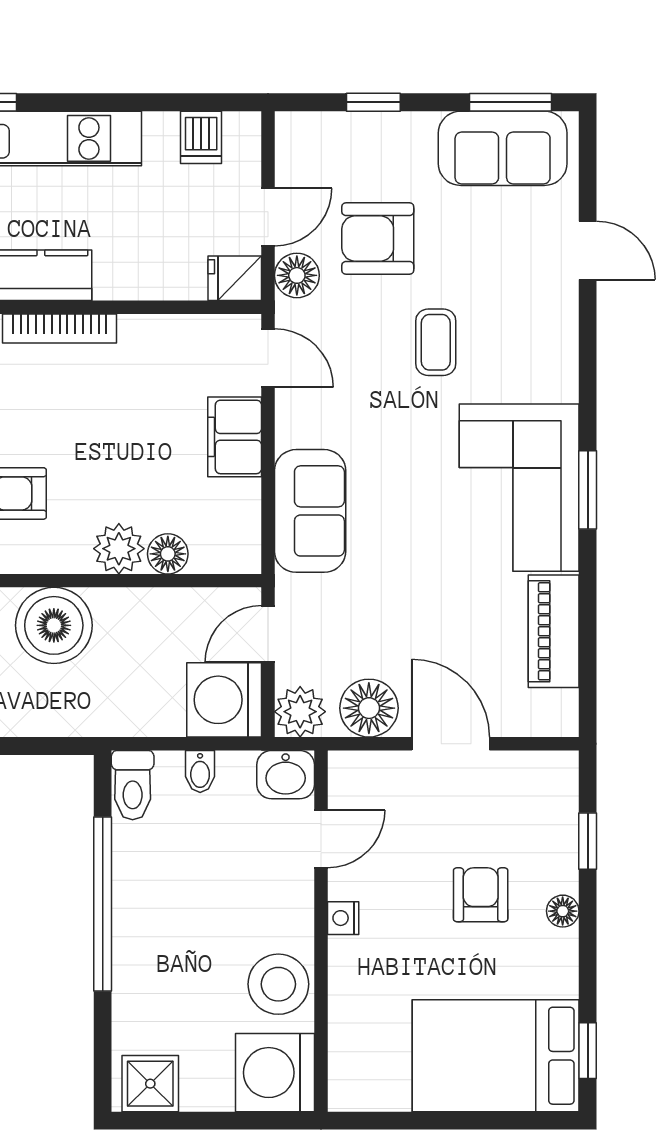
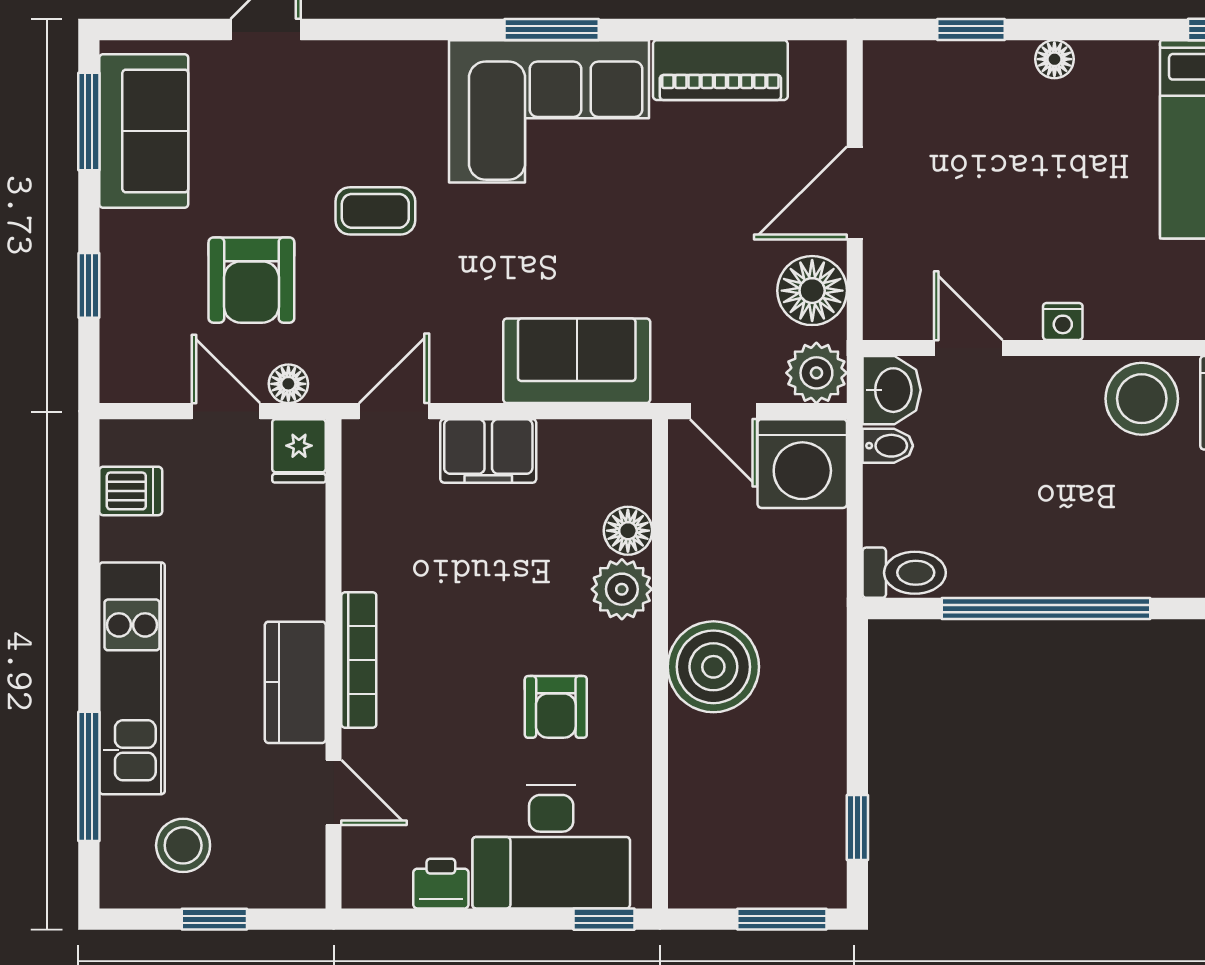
floor lamp: (297, 275) -> (288, 384), width x0.73, depth x0.73
bidet: (200, 771) -> (888, 446), moved
armchair: (481, 895) -> (1035, 157), removed

